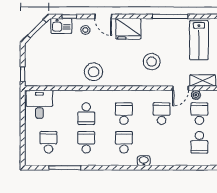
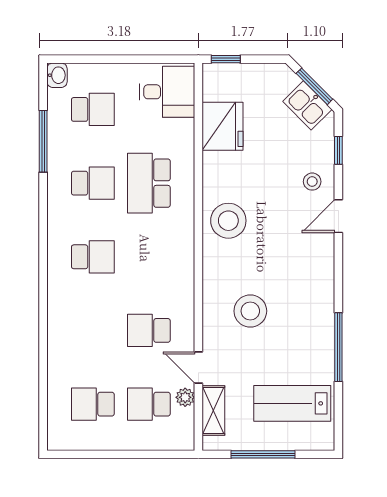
kitchen sink: (61, 26) -> (307, 105), moved, turned -45
fridge: (128, 29) -> (223, 126), moved, turned 180
stool: (94, 72) -> (228, 221), moved
school desk: (86, 114) -> (149, 183), width x1.85
school desk: (124, 114) -> (149, 257), removed
school desk: (162, 114) -> (149, 330), turned 180
school desk: (199, 114) -> (149, 404), turned 180
washbasin: (144, 161) -> (57, 75), moved

